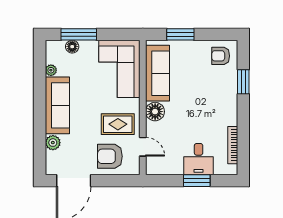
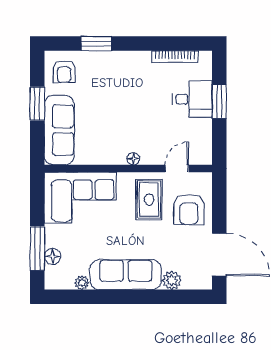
window: (180, 34) -> (37, 104), moved
sofa: (158, 73) -> (59, 130), moved, turned 90
floor lamp: (155, 112) -> (133, 159), width x0.53, depth x0.53

